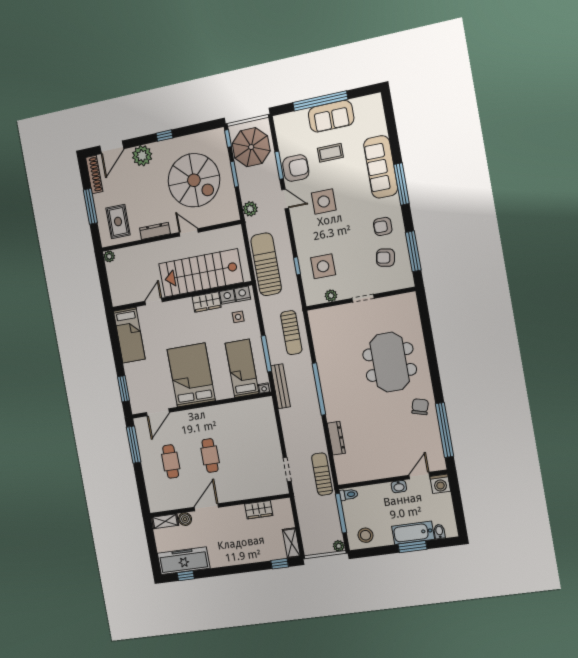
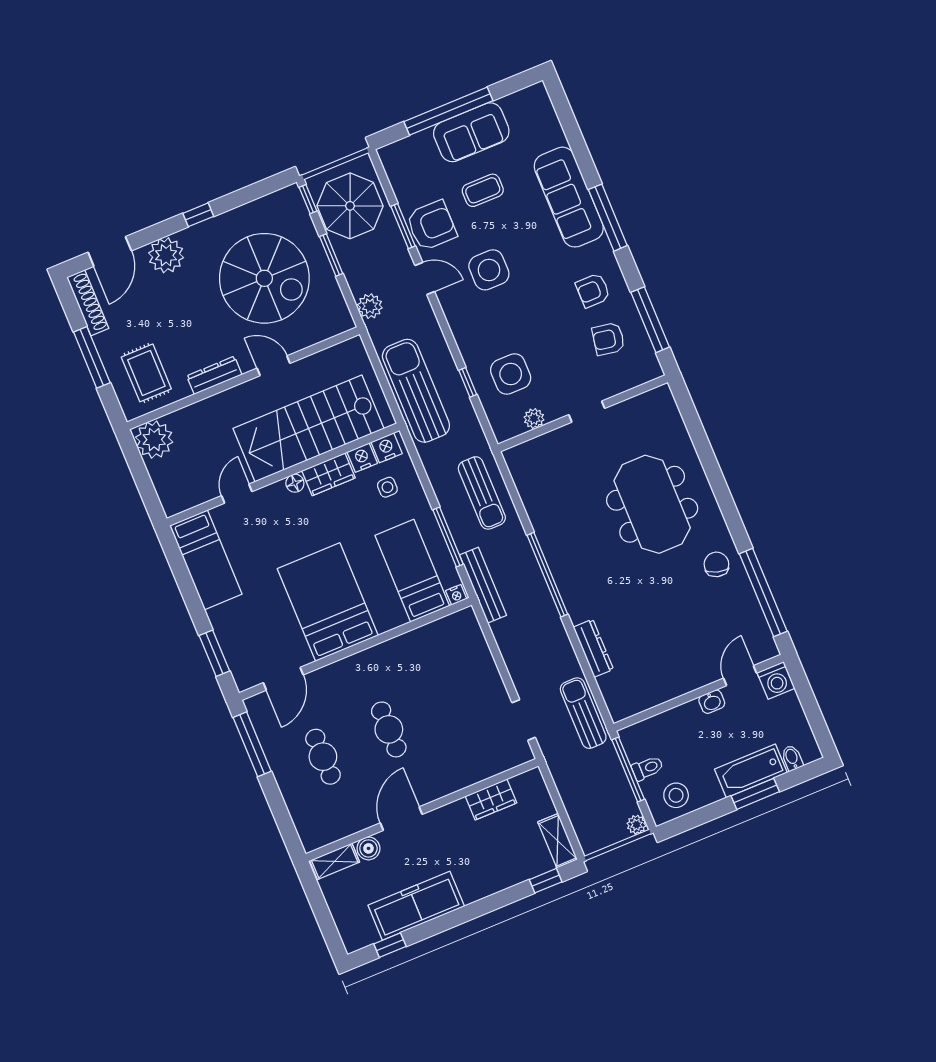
plant: (109, 256) -> (154, 440), width x1.88, depth x1.88
floor lamp: (187, 303) -> (295, 483), added
toilet: (349, 495) -> (647, 768), moved
freezer: (184, 561) -> (416, 906), moved

